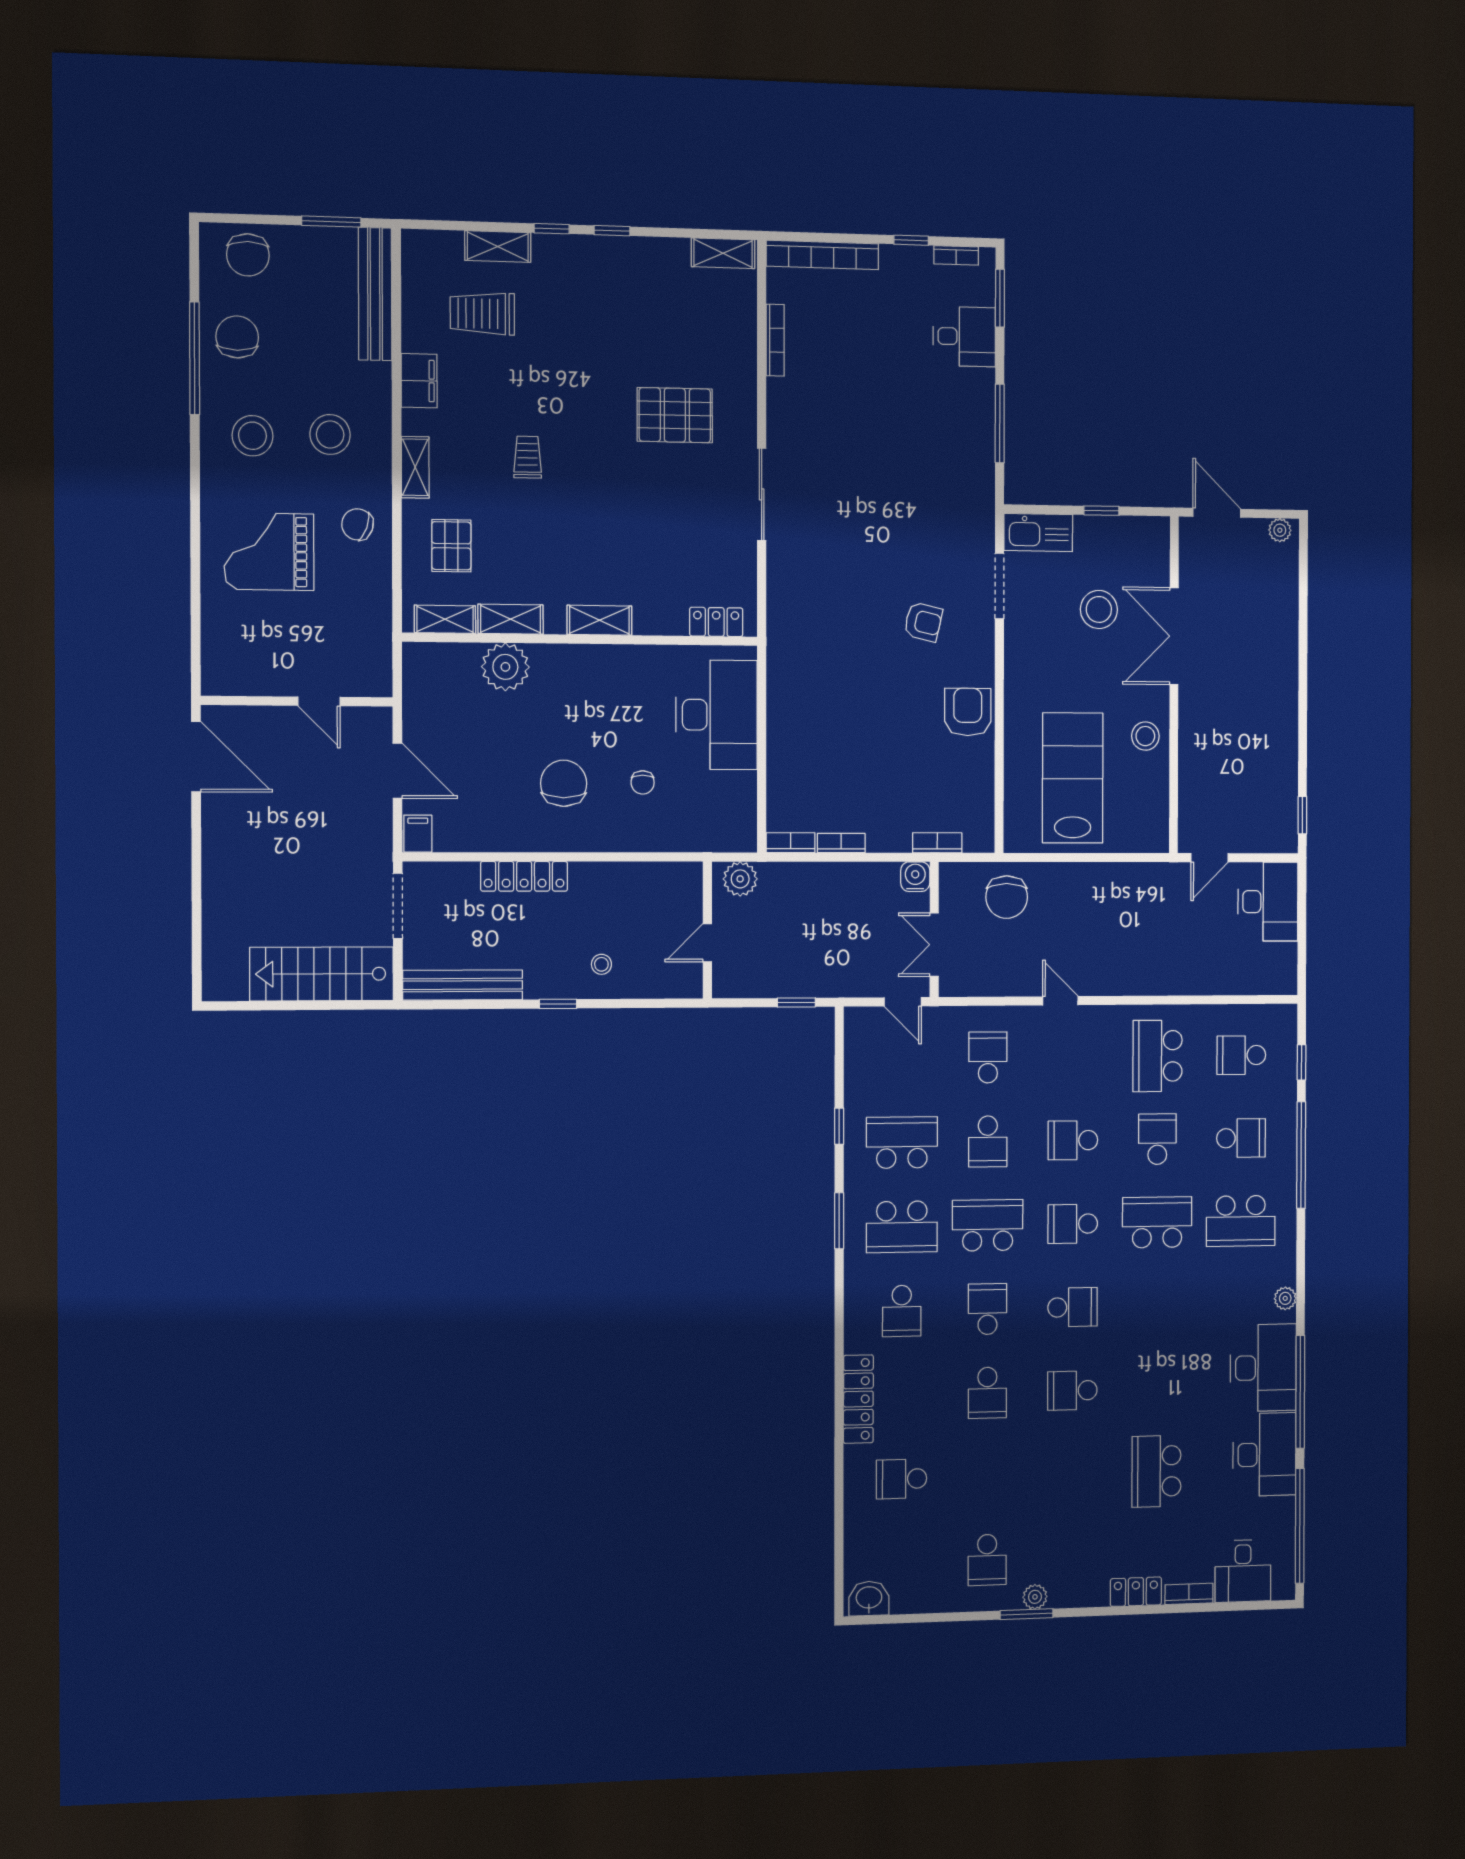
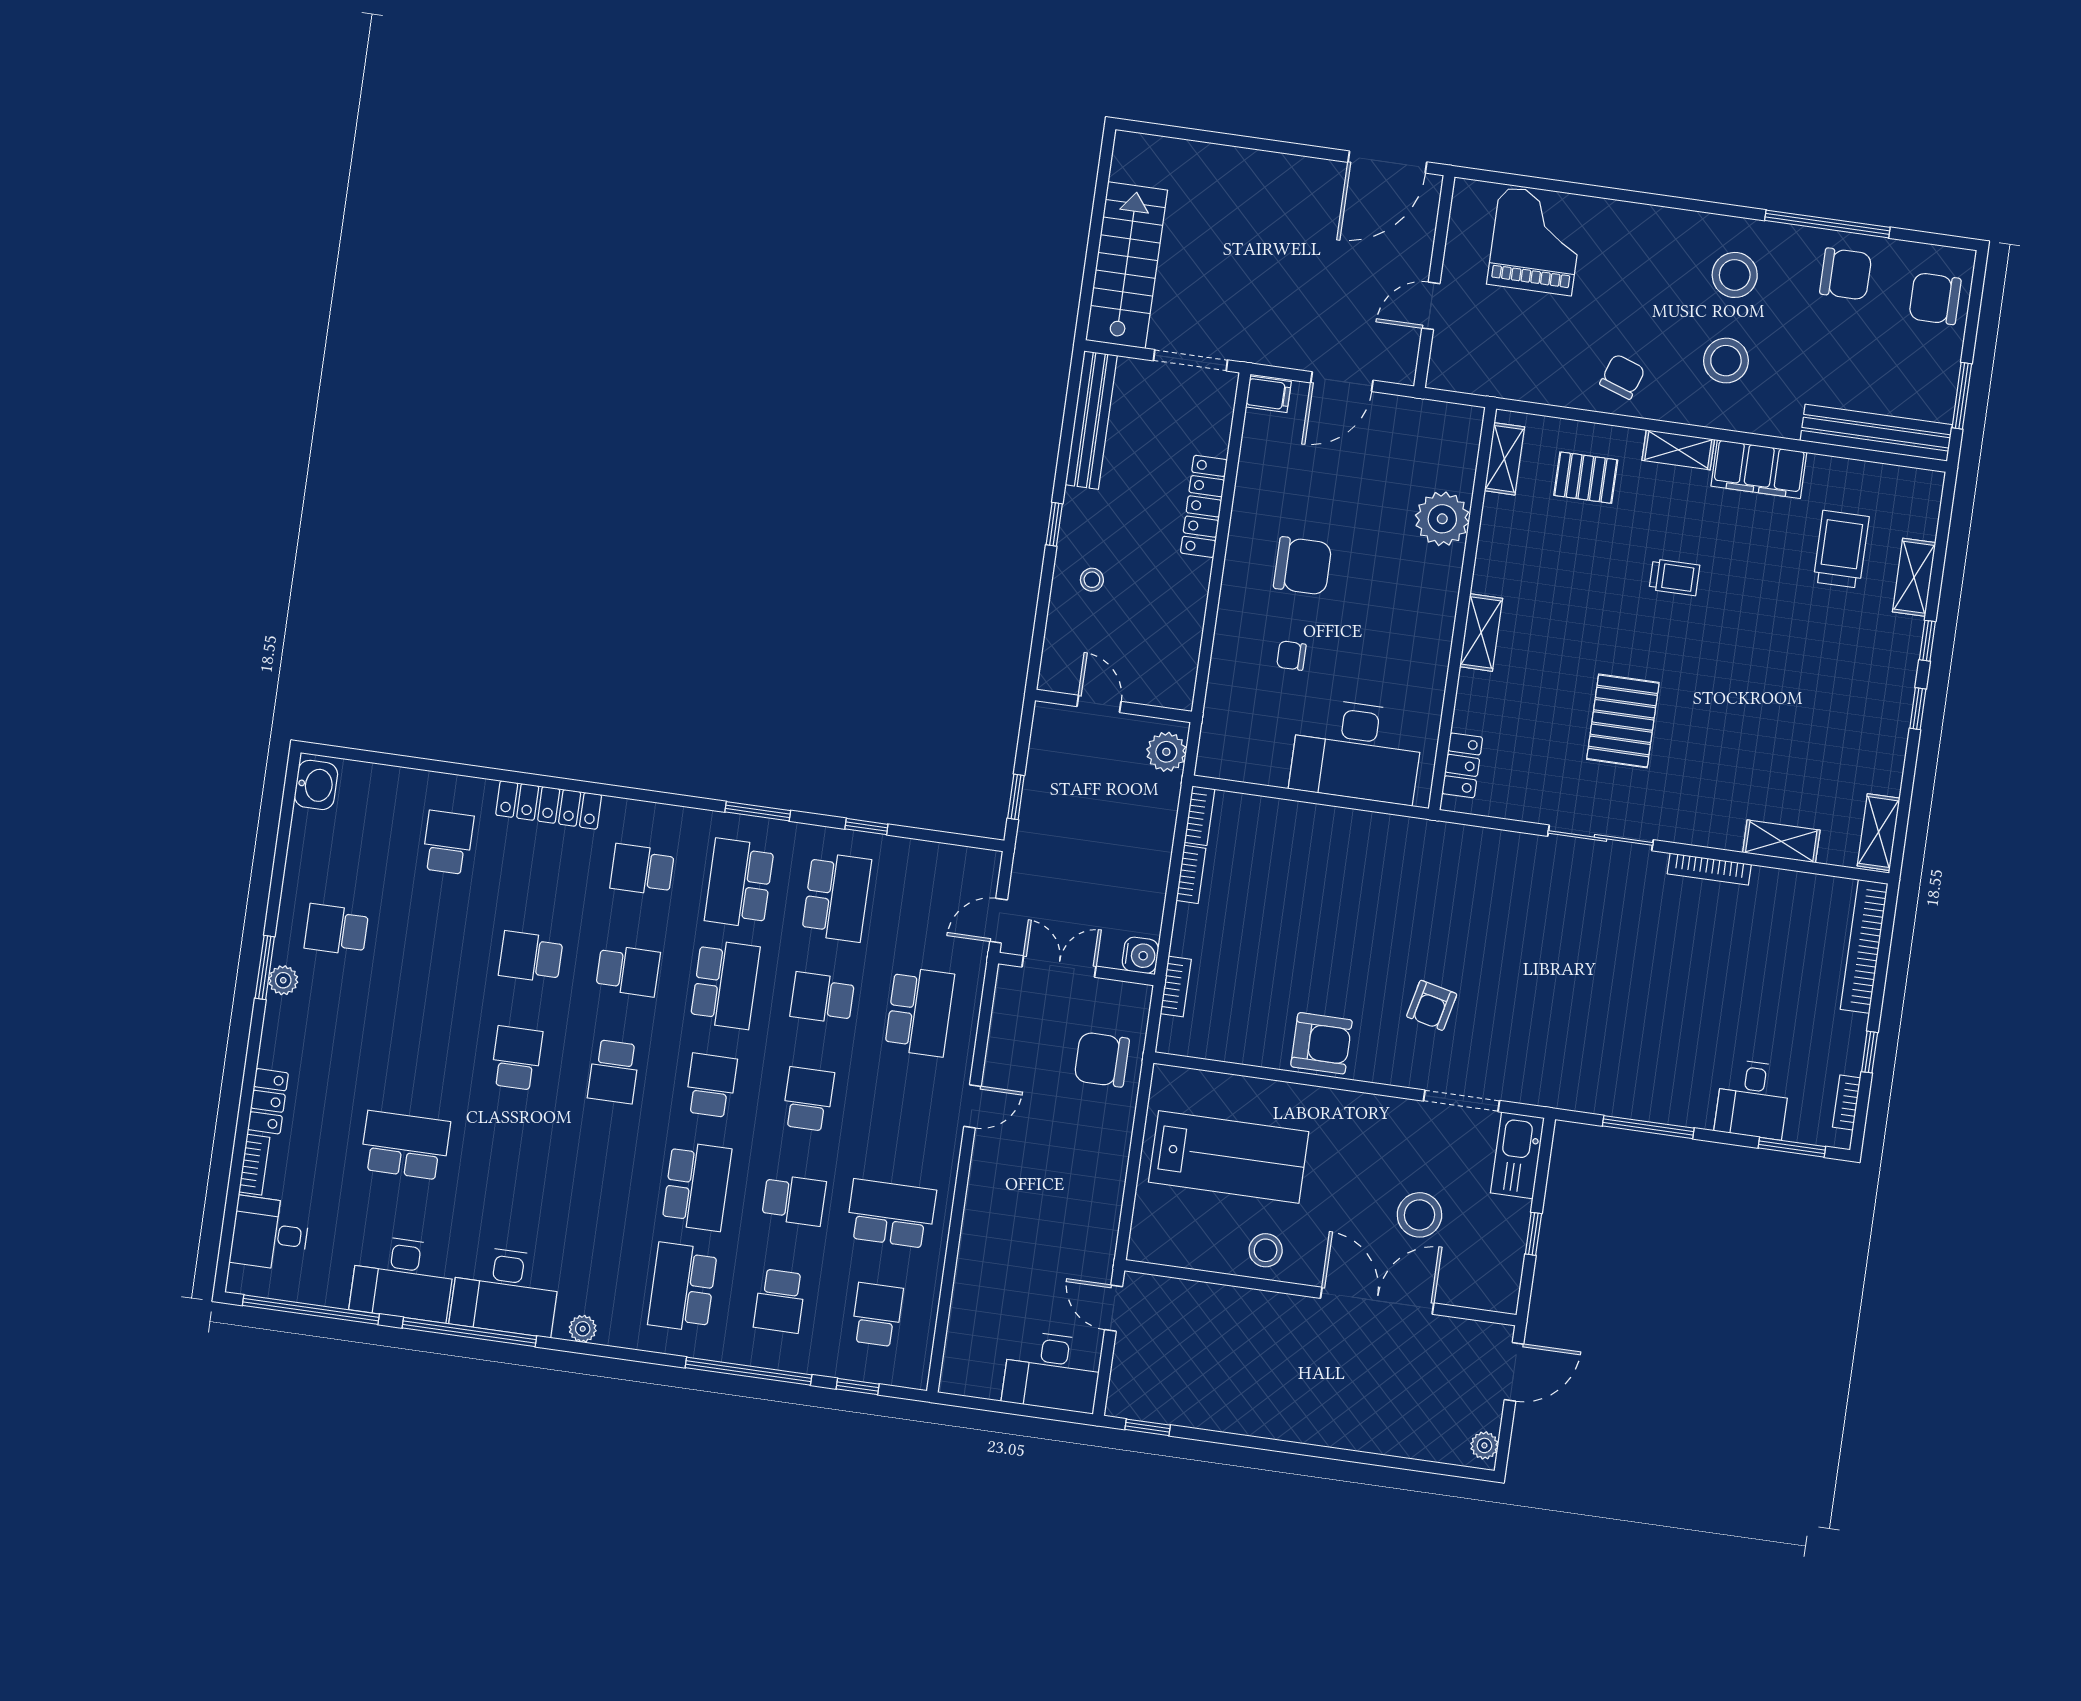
bookcase: (775, 340) -> (1709, 869), moved
filing cabinet: (419, 381) -> (1759, 469), width x1.50, depth x1.17
pallet: (675, 415) -> (1623, 721), moved
grand piano: (269, 552) -> (1536, 241), moved
shelving: (511, 619) -> (1781, 841), moved, turned 90
school desk: (988, 1057) -> (919, 1012), width x1.85

